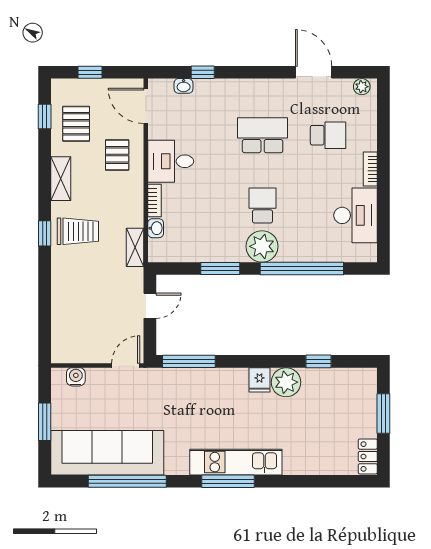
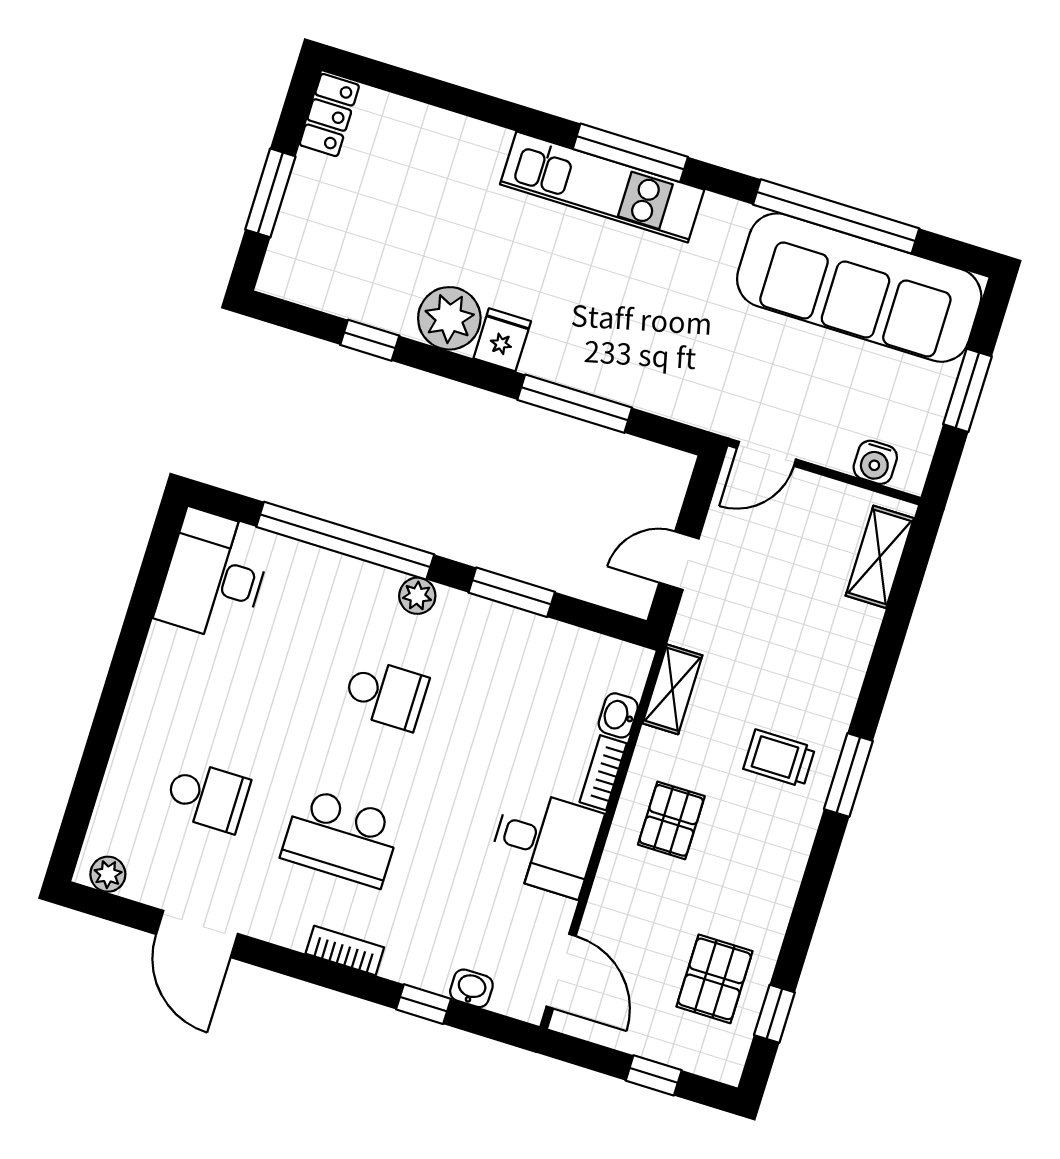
school desk: (328, 135) -> (207, 796), turned 180
pallet: (117, 155) -> (671, 820), moved
bookcase: (370, 169) -> (345, 951), moved, turned -90
shelving: (61, 179) -> (880, 557), moved
school desk: (263, 206) -> (386, 694), turned -90
desk: (356, 215) -> (214, 576), moved
trolley: (78, 231) -> (779, 758), width x0.73, depth x0.72
window: (45, 233) -> (848, 775), width x1.50
plant: (262, 246) -> (417, 596), width x0.53, depth x0.53
window: (189, 361) -> (575, 404), moved

